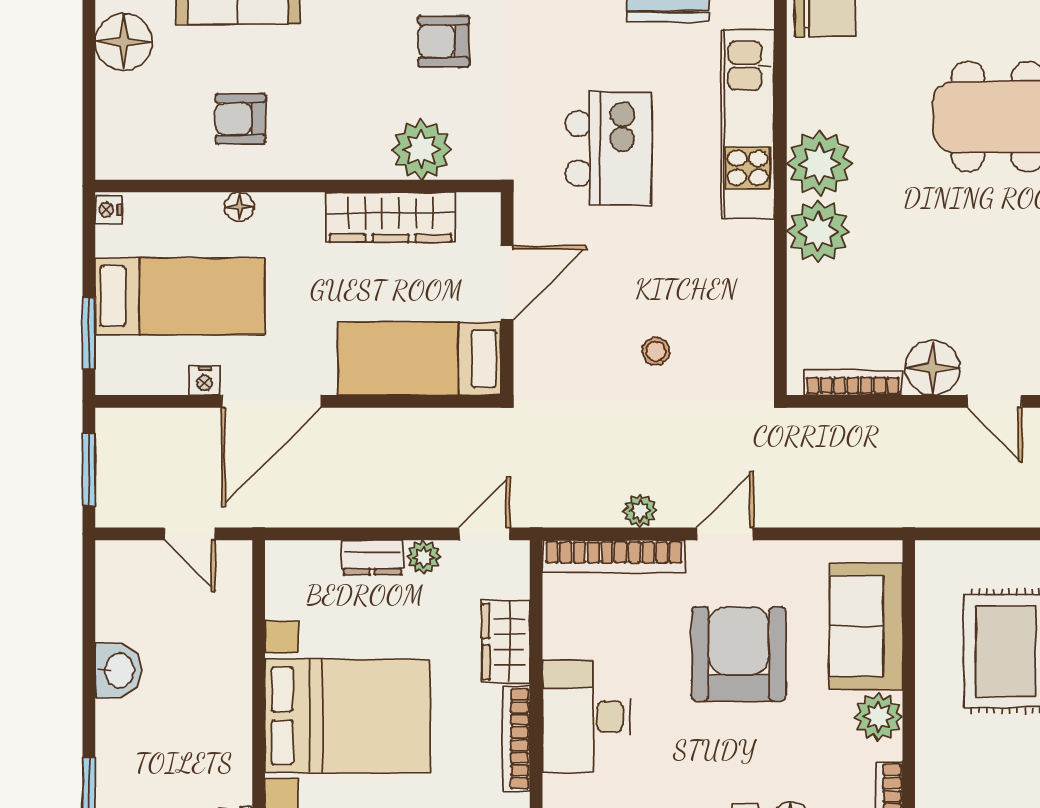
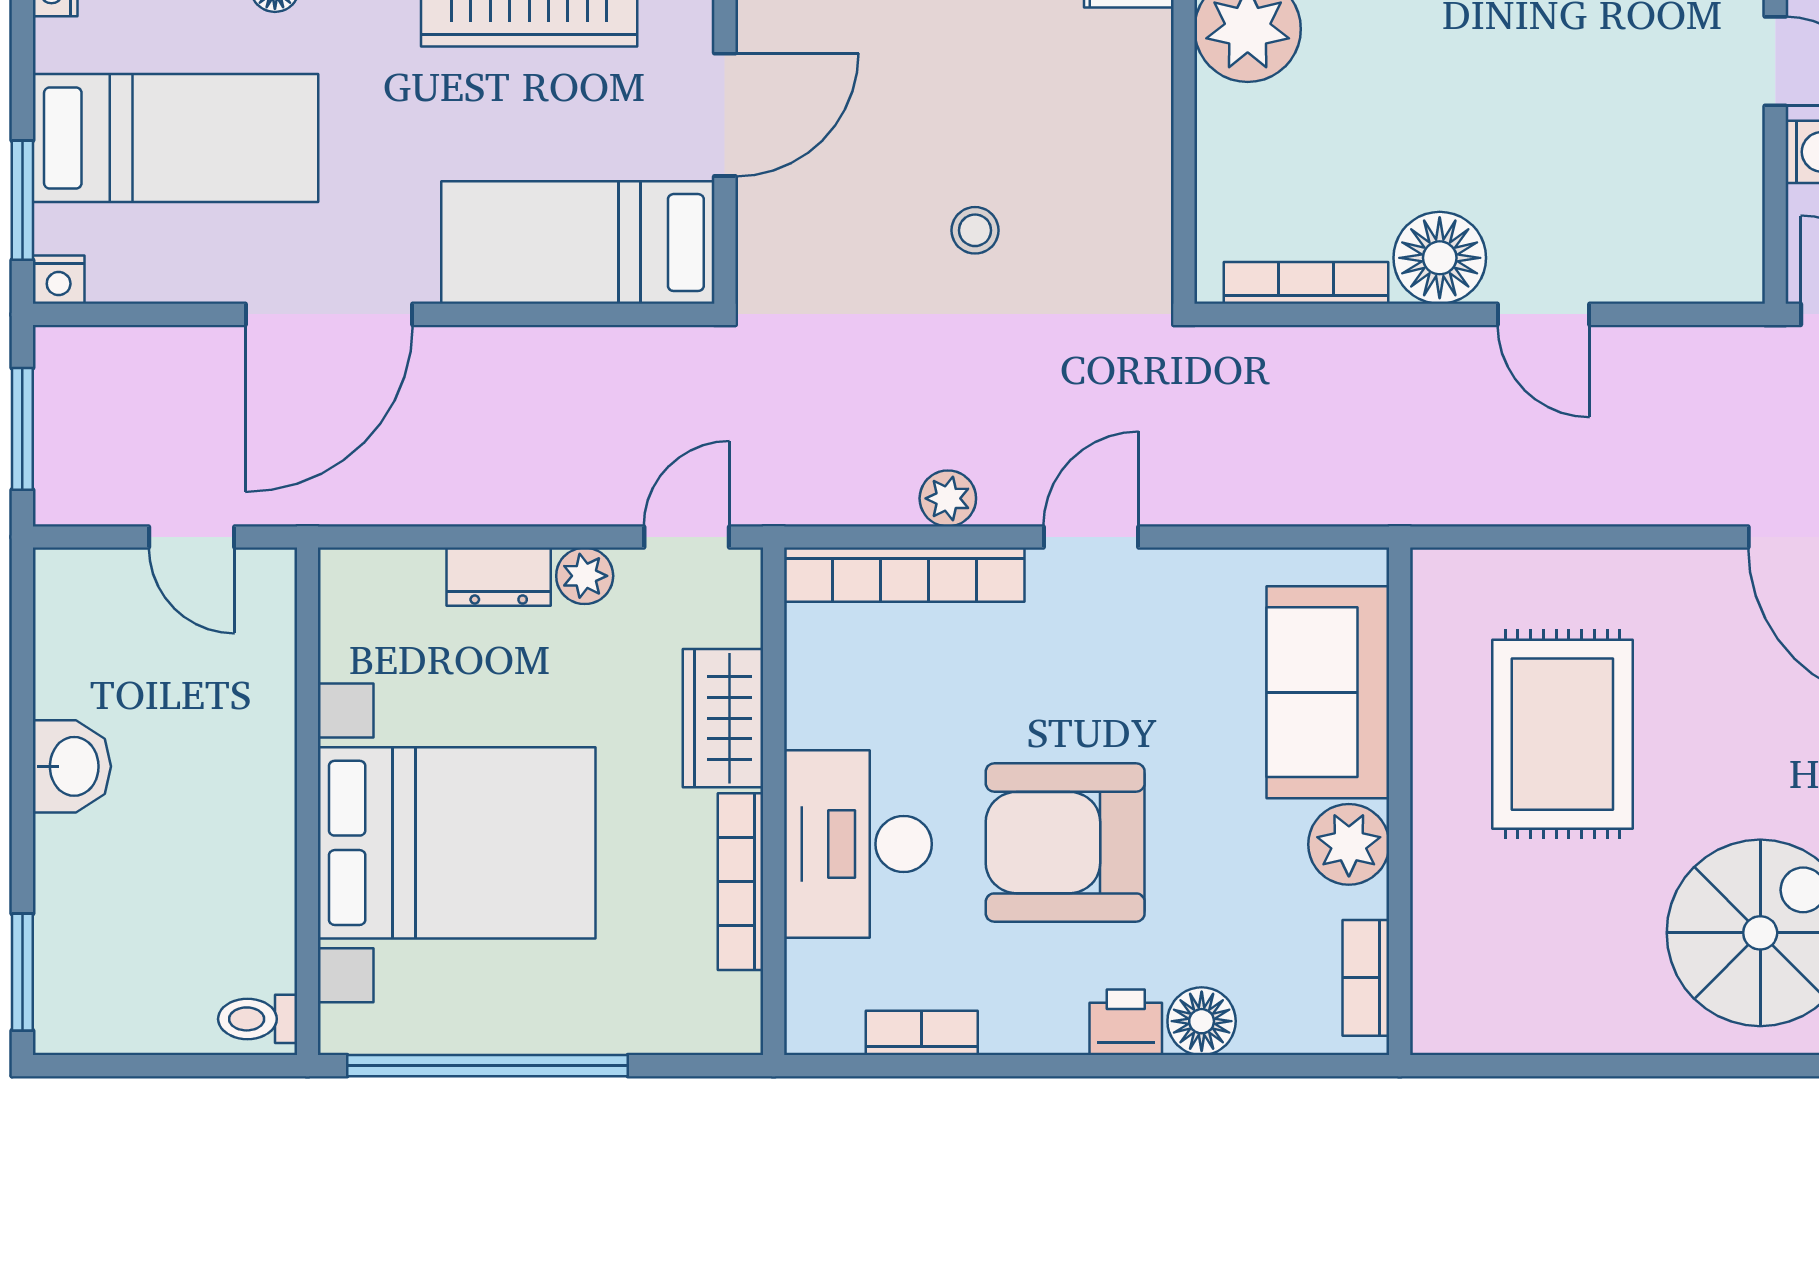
nightstand: (204, 381) -> (59, 280), moved
armchair: (739, 654) -> (1065, 843), moved, turned -90

